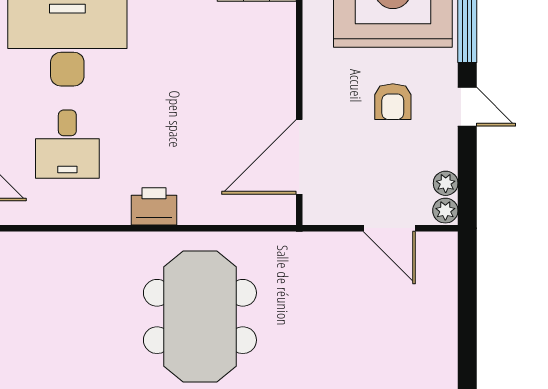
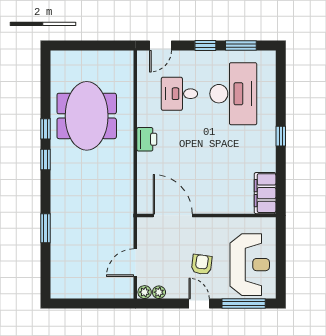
armchair: (393, 102) -> (202, 265), turned 97
door: (467, 107) -> (199, 304), swing flipped
meeting table: (200, 316) -> (87, 116), moved, turned 90

